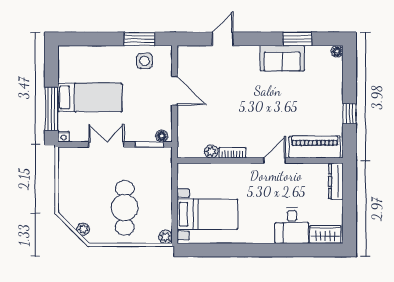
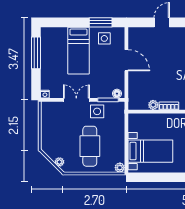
bed: (90, 97) -> (78, 51), moved, turned 90
window: (51, 109) -> (36, 53), moved
side table: (135, 160) -> (97, 111), added

